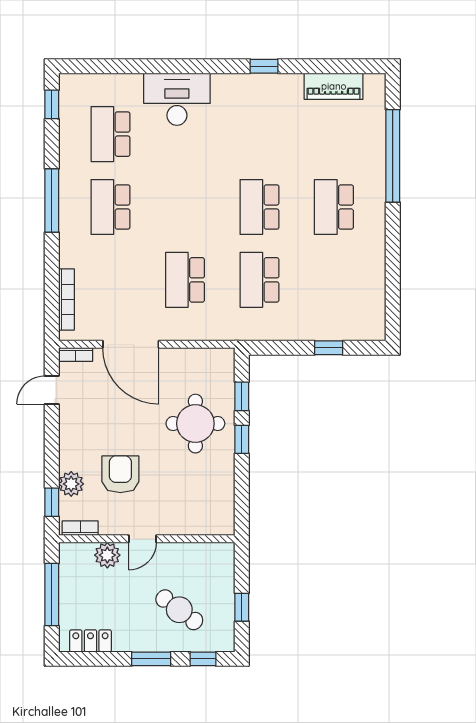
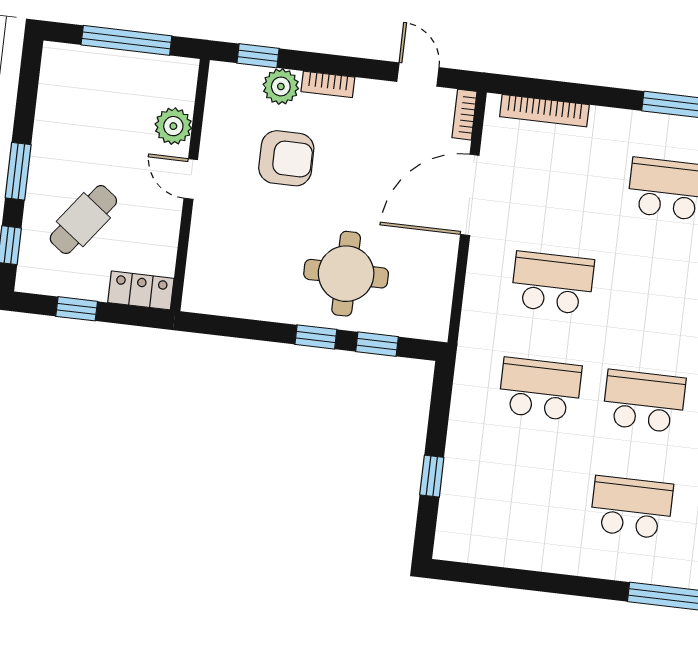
bookcase: (80, 528) -> (328, 84), moved, turned 90
locker: (90, 641) -> (141, 290), moved, turned -90

